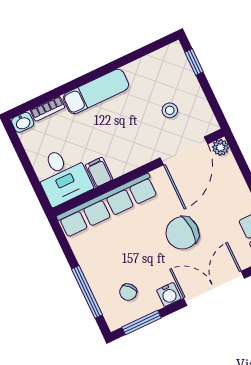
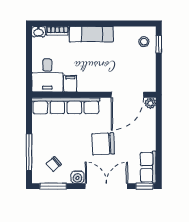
stool: (170, 110) -> (144, 42), moved

